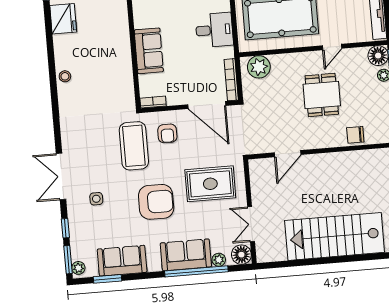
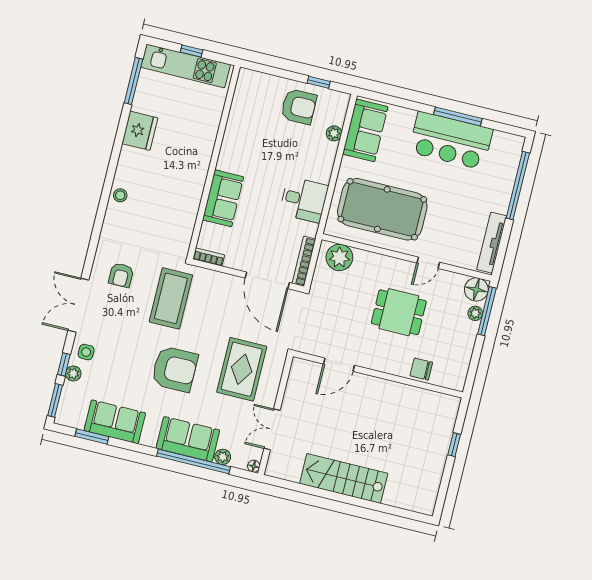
dining table: (322, 95) -> (399, 312), turned 90
armchair: (167, 133) -> (121, 275), moved
rug: (210, 184) -> (242, 369), turned 90
side table: (96, 199) -> (86, 352), moved
stairs: (335, 236) -> (344, 478), width x0.73, depth x0.66
floor lamp: (241, 255) -> (254, 466), width x0.53, depth x0.53
plant: (78, 268) -> (73, 374), moved

